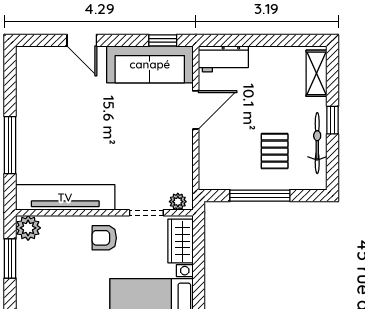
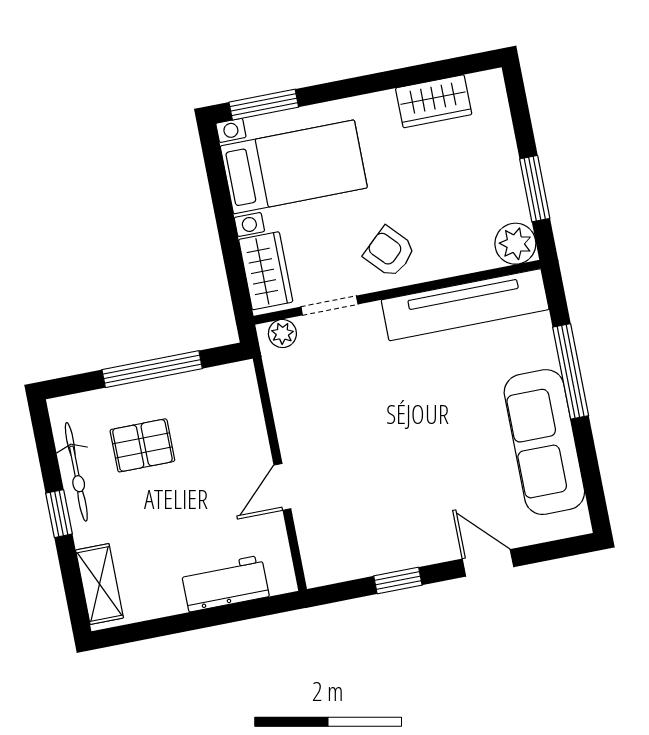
window: (163, 40) -> (398, 581), moved
workbench: (223, 59) -> (225, 584), moved
sofa: (150, 64) -> (544, 442), moved, turned -90
door: (196, 110) -> (282, 487), width x0.73
pallet: (275, 151) -> (142, 445), turned 90
armchair: (104, 238) -> (389, 252), turned -133

